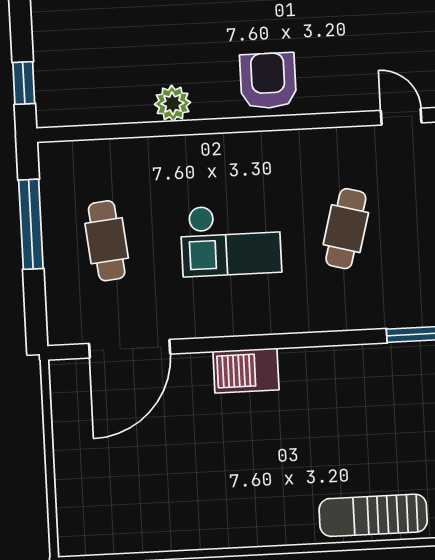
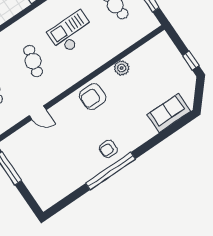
armchair: (268, 81) -> (93, 97), turned 90
window: (24, 83) -> (191, 61), moved

